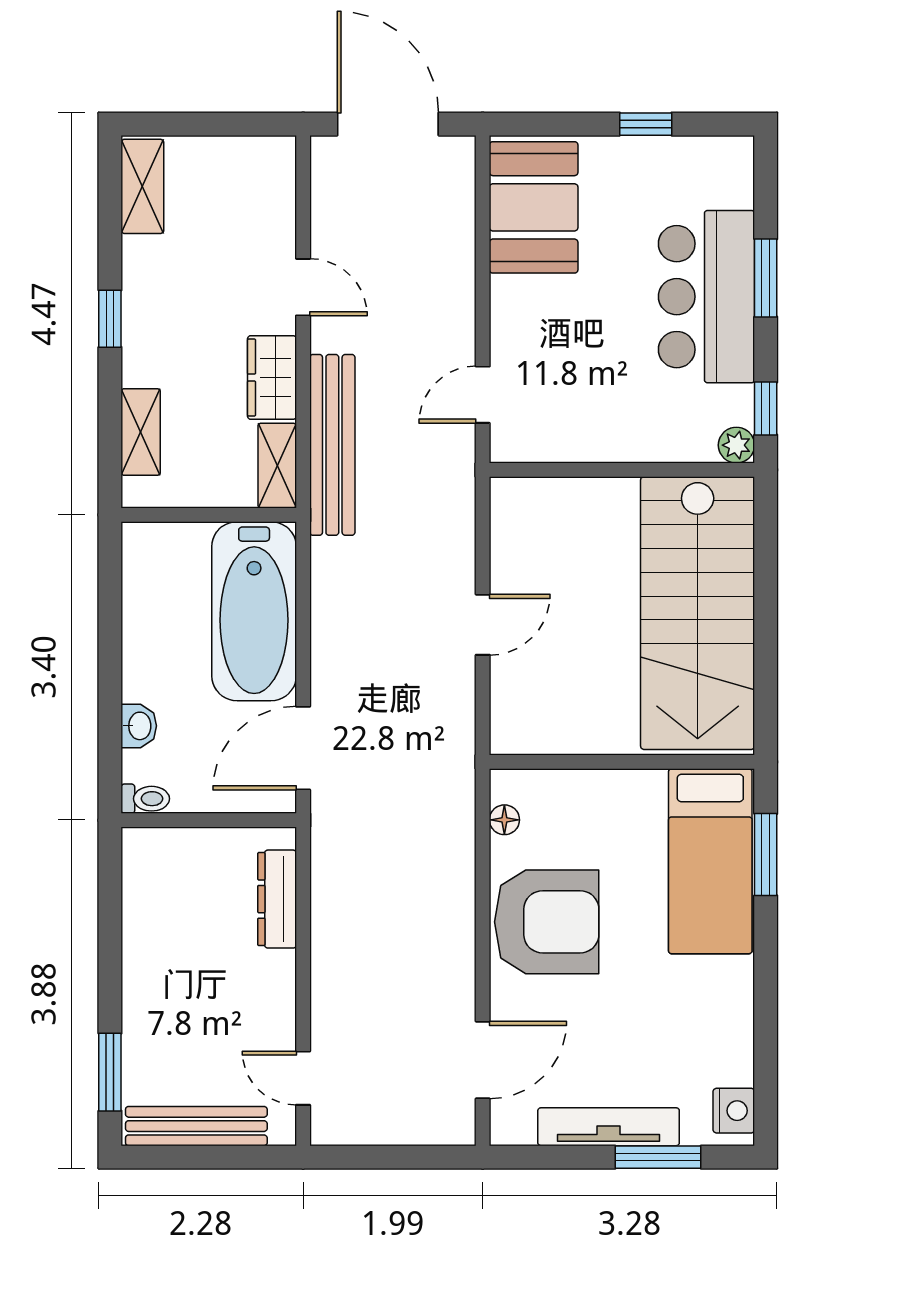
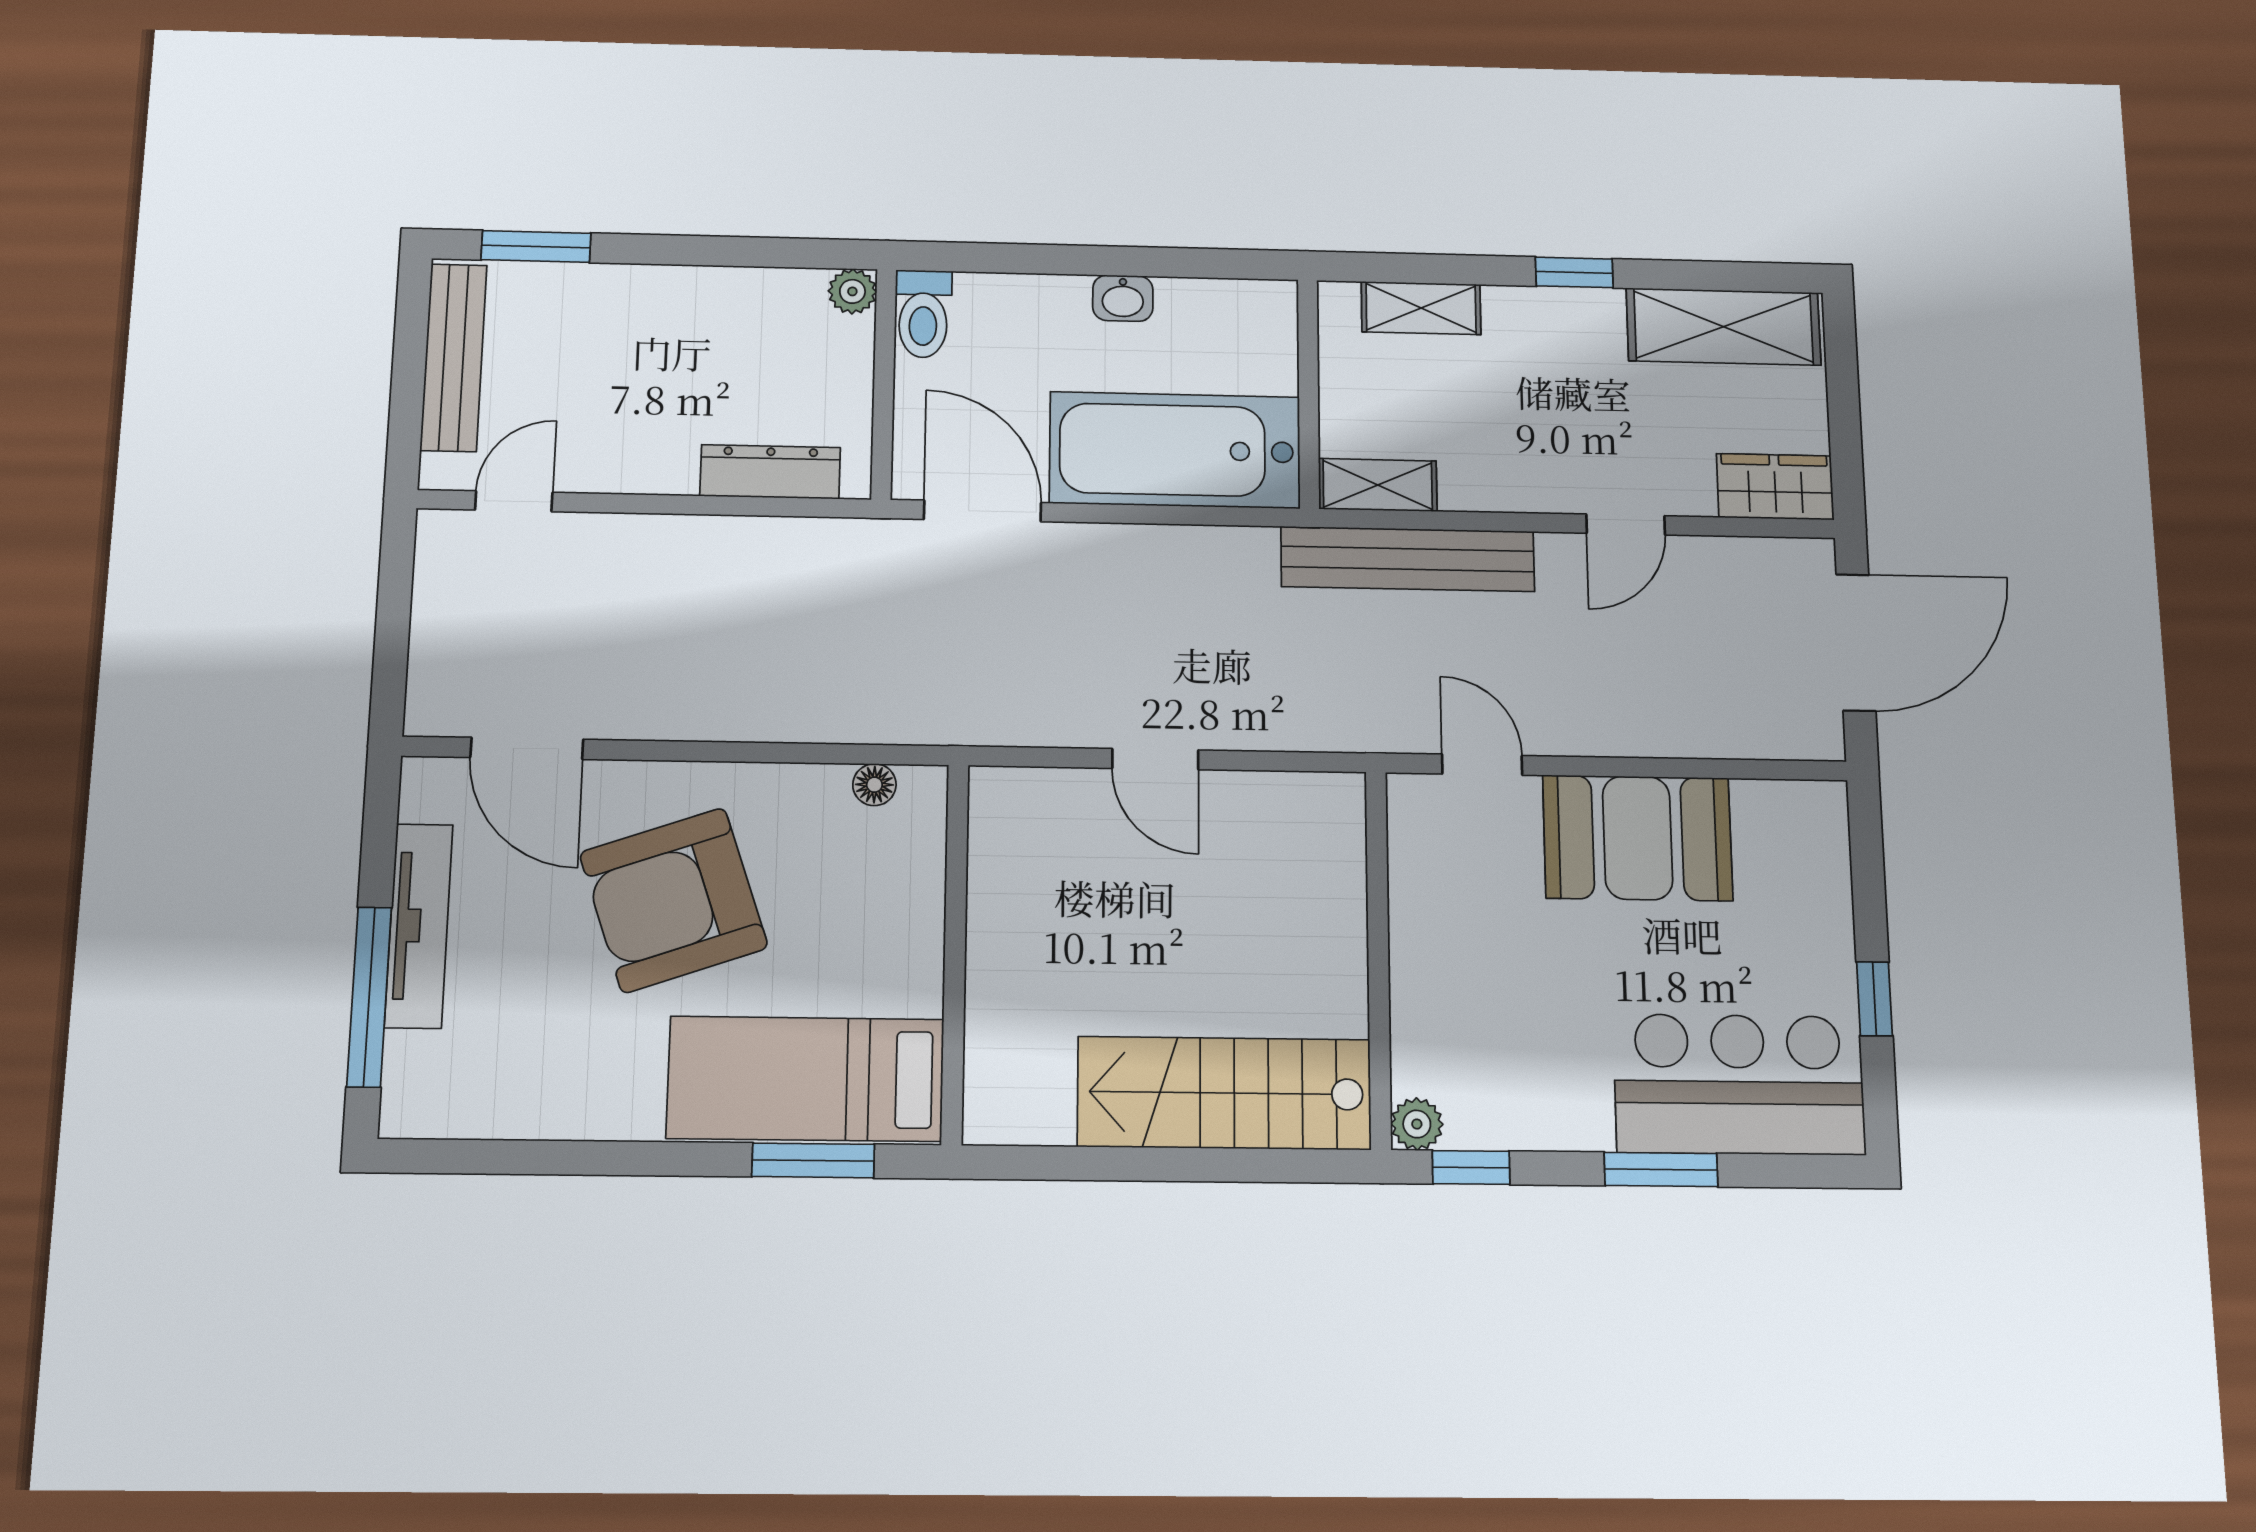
shelving: (142, 186) -> (1723, 327), width x1.50, depth x1.33
booth: (534, 207) -> (1638, 838), moved
bar counter: (706, 297) -> (1739, 1084), moved
wardrobe: (272, 378) -> (1775, 487), moved
stairs: (698, 613) -> (1224, 1093), width x0.73, depth x0.66
washbasin: (139, 726) -> (1123, 298), moved
toilet: (145, 799) -> (923, 314), width x1.37, depth x1.39
plant: (139, 844) -> (852, 291), added
armchair: (547, 922) -> (674, 900), moved, turned 71
nightstand: (734, 1111) -> (432, 1109), removed
window: (658, 1157) -> (369, 997), width x1.44

